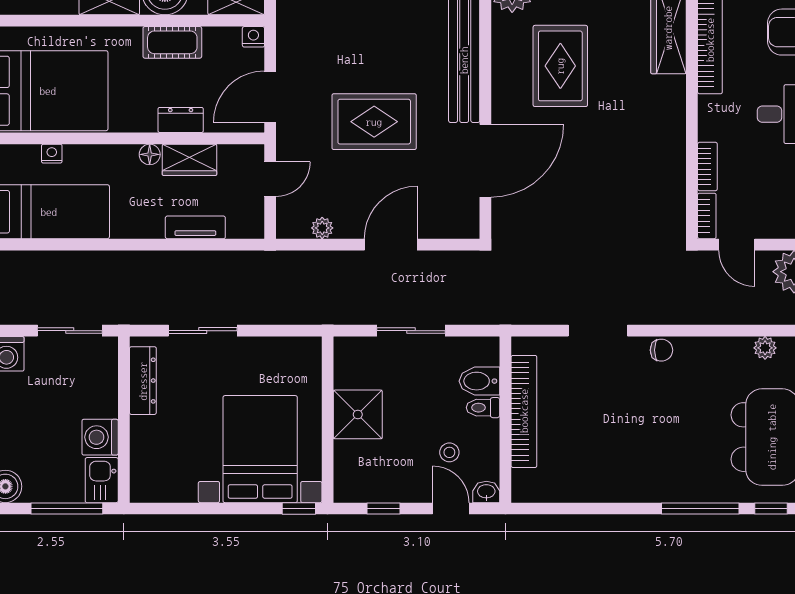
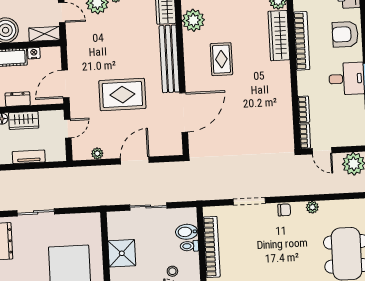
nightstand: (253, 37) -> (34, 53), moved
rug: (560, 66) -> (221, 59), width x0.73, depth x0.70
plant: (765, 348) -> (312, 207), moved

